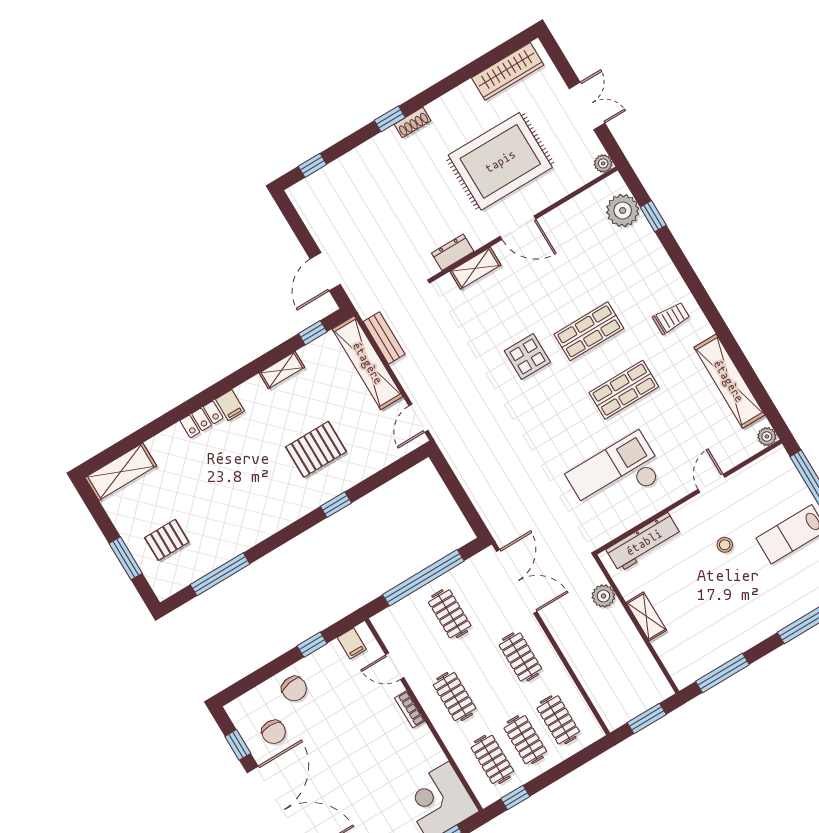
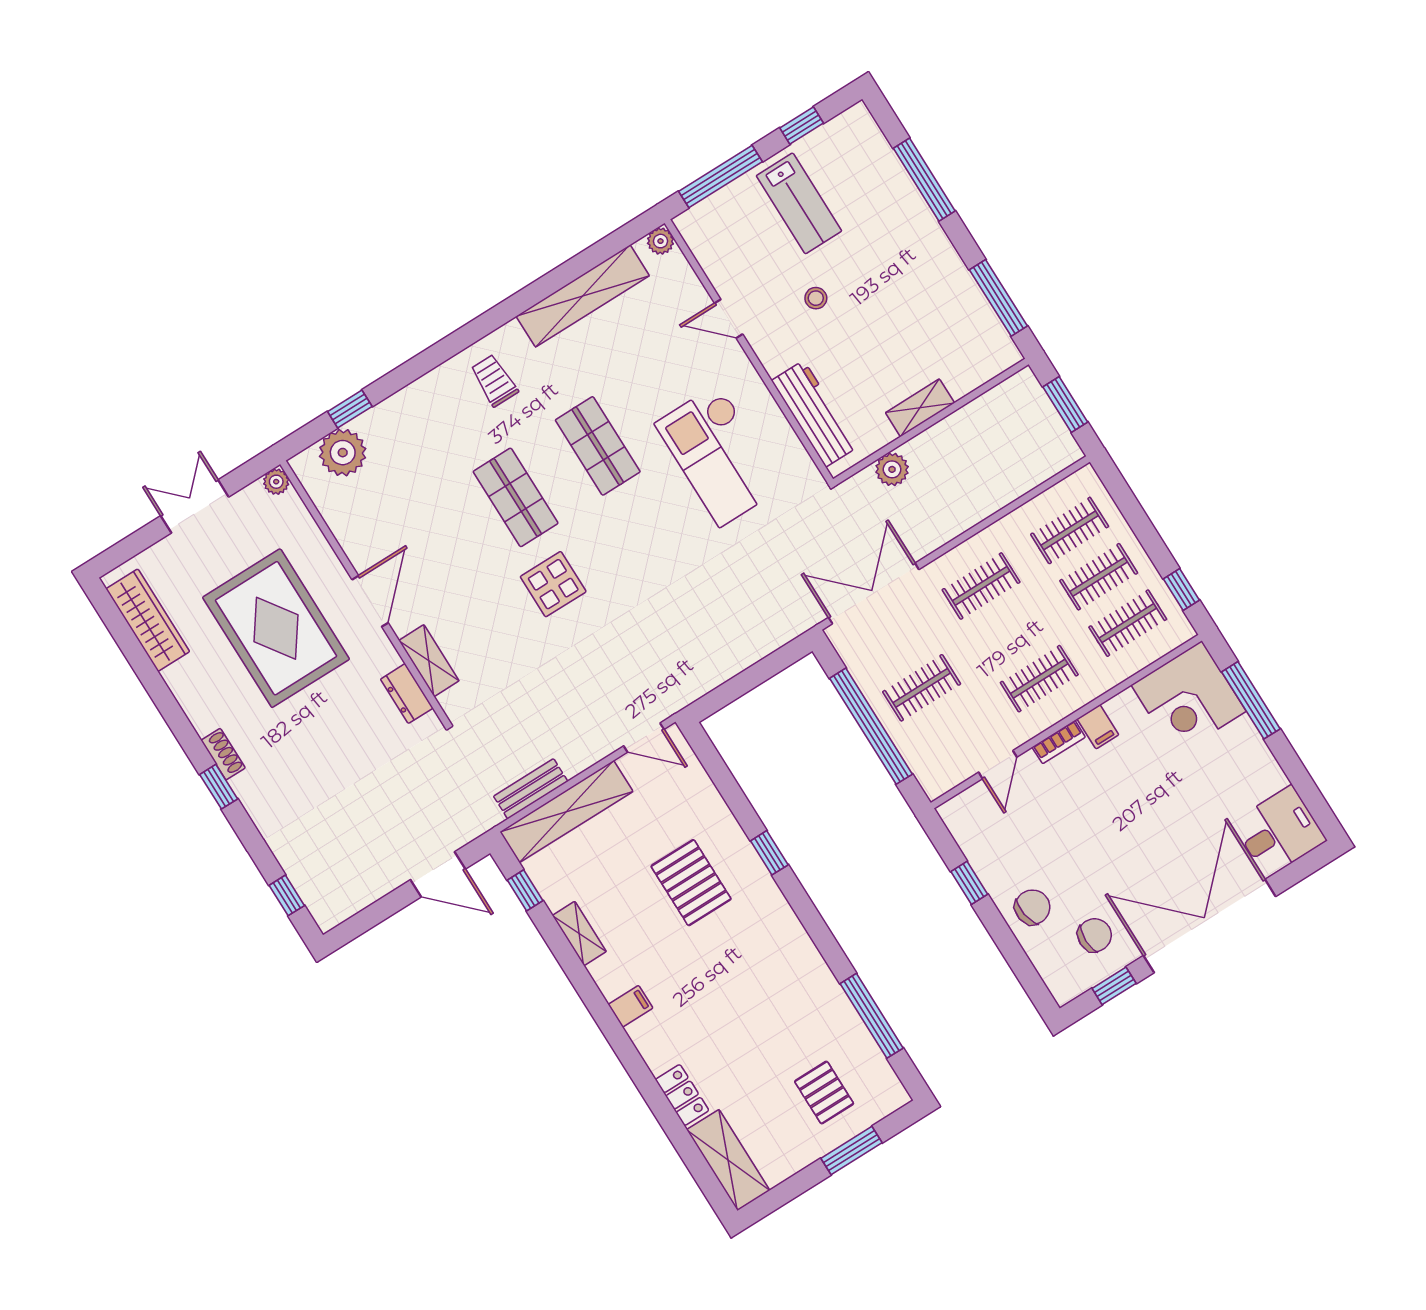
locker: (202, 419) -> (682, 1095), moved
filing cabinet: (352, 643) -> (1098, 727), moved, turned 90

